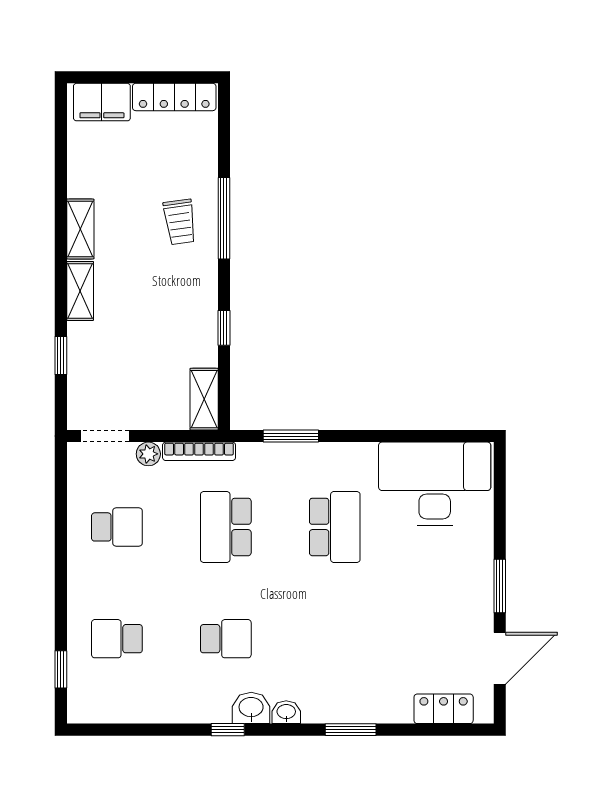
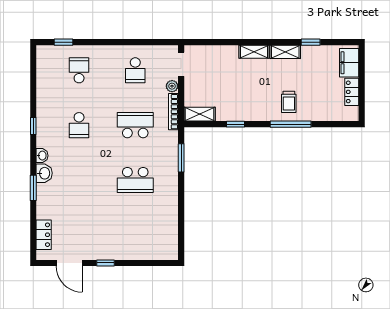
locker: (174, 97) -> (352, 92), width x0.66
trolley: (180, 222) -> (289, 102), turned -82
window: (61, 355) -> (311, 42), moved
desk: (435, 484) -> (157, 230), removed
window: (500, 586) -> (105, 263), width x0.67
washbasin: (251, 708) -> (44, 173), moved

